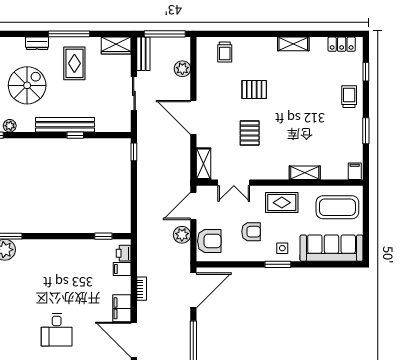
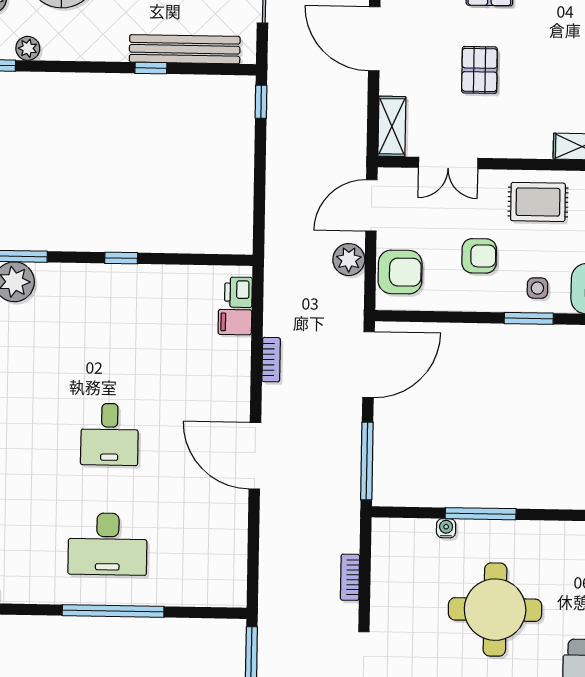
bench: (65, 125) -> (185, 49), moved
window: (103, 236) -> (121, 258), moved
filing cabinet: (122, 308) -> (233, 396), removed

